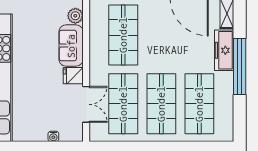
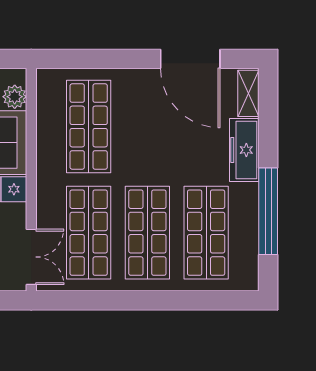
window: (240, 67) -> (268, 211), moved
double door: (86, 104) -> (31, 257), moved

